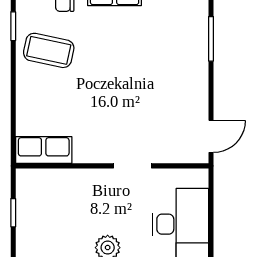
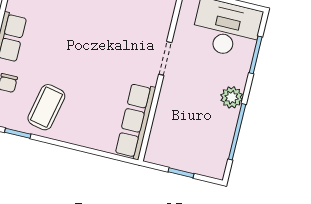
row of seats: (44, 150) -> (135, 121), width x1.48

